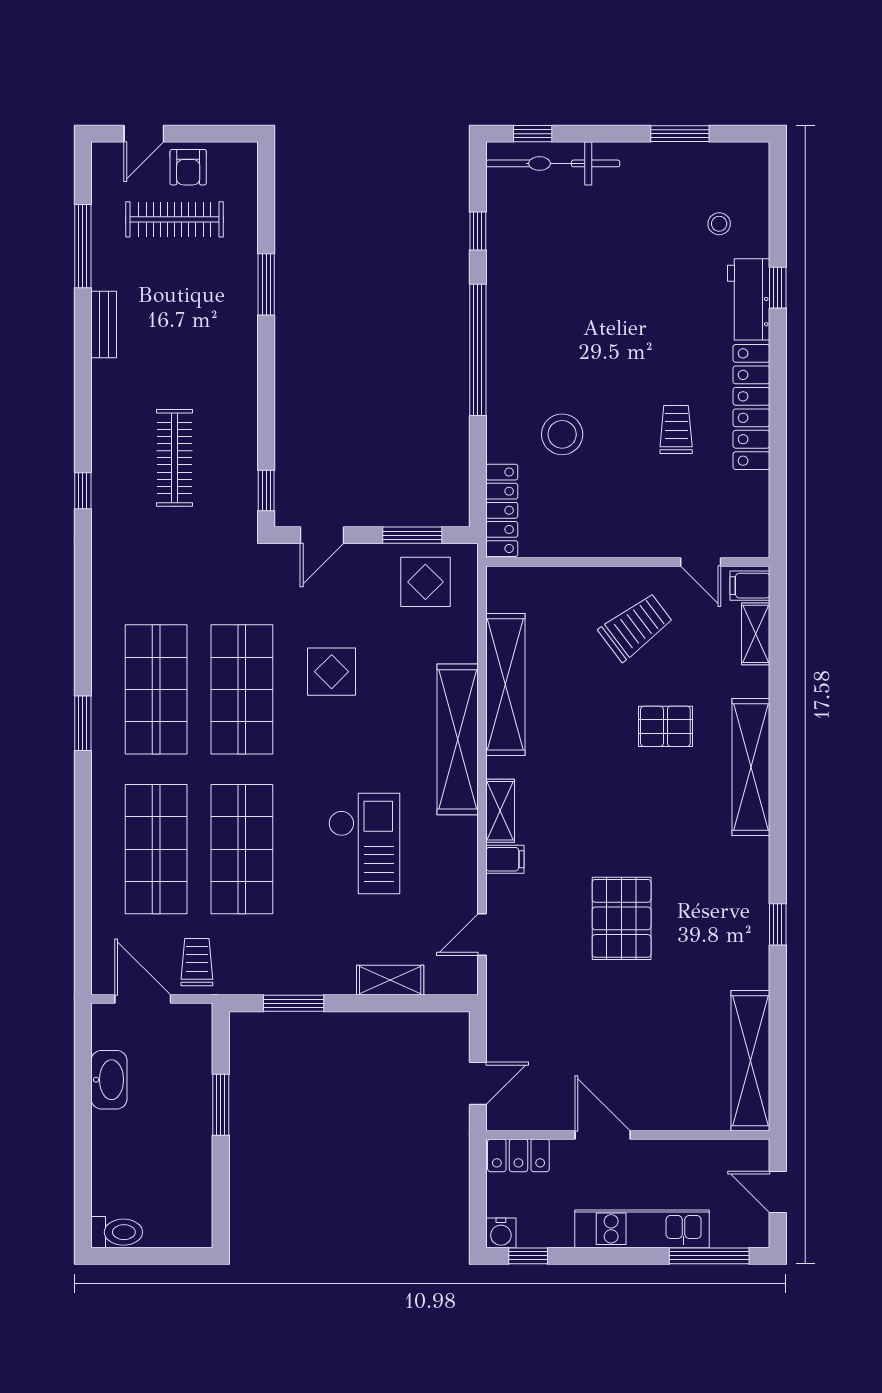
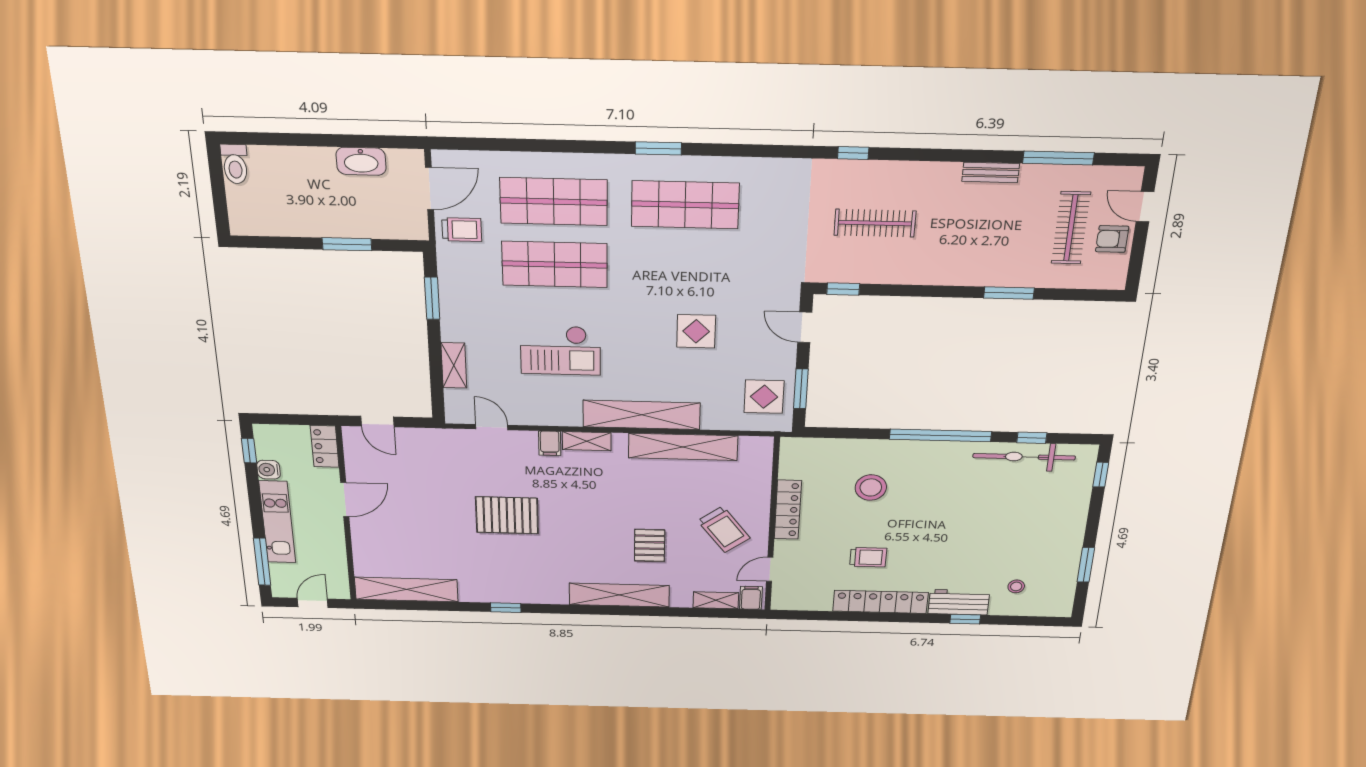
bicycle: (553, 163) -> (1024, 457), moved, turned -90
locker: (502, 510) -> (788, 510), moved, turned -90
shop shelf: (242, 689) -> (684, 268), removed
water cooler: (501, 1233) -> (269, 470), moved

